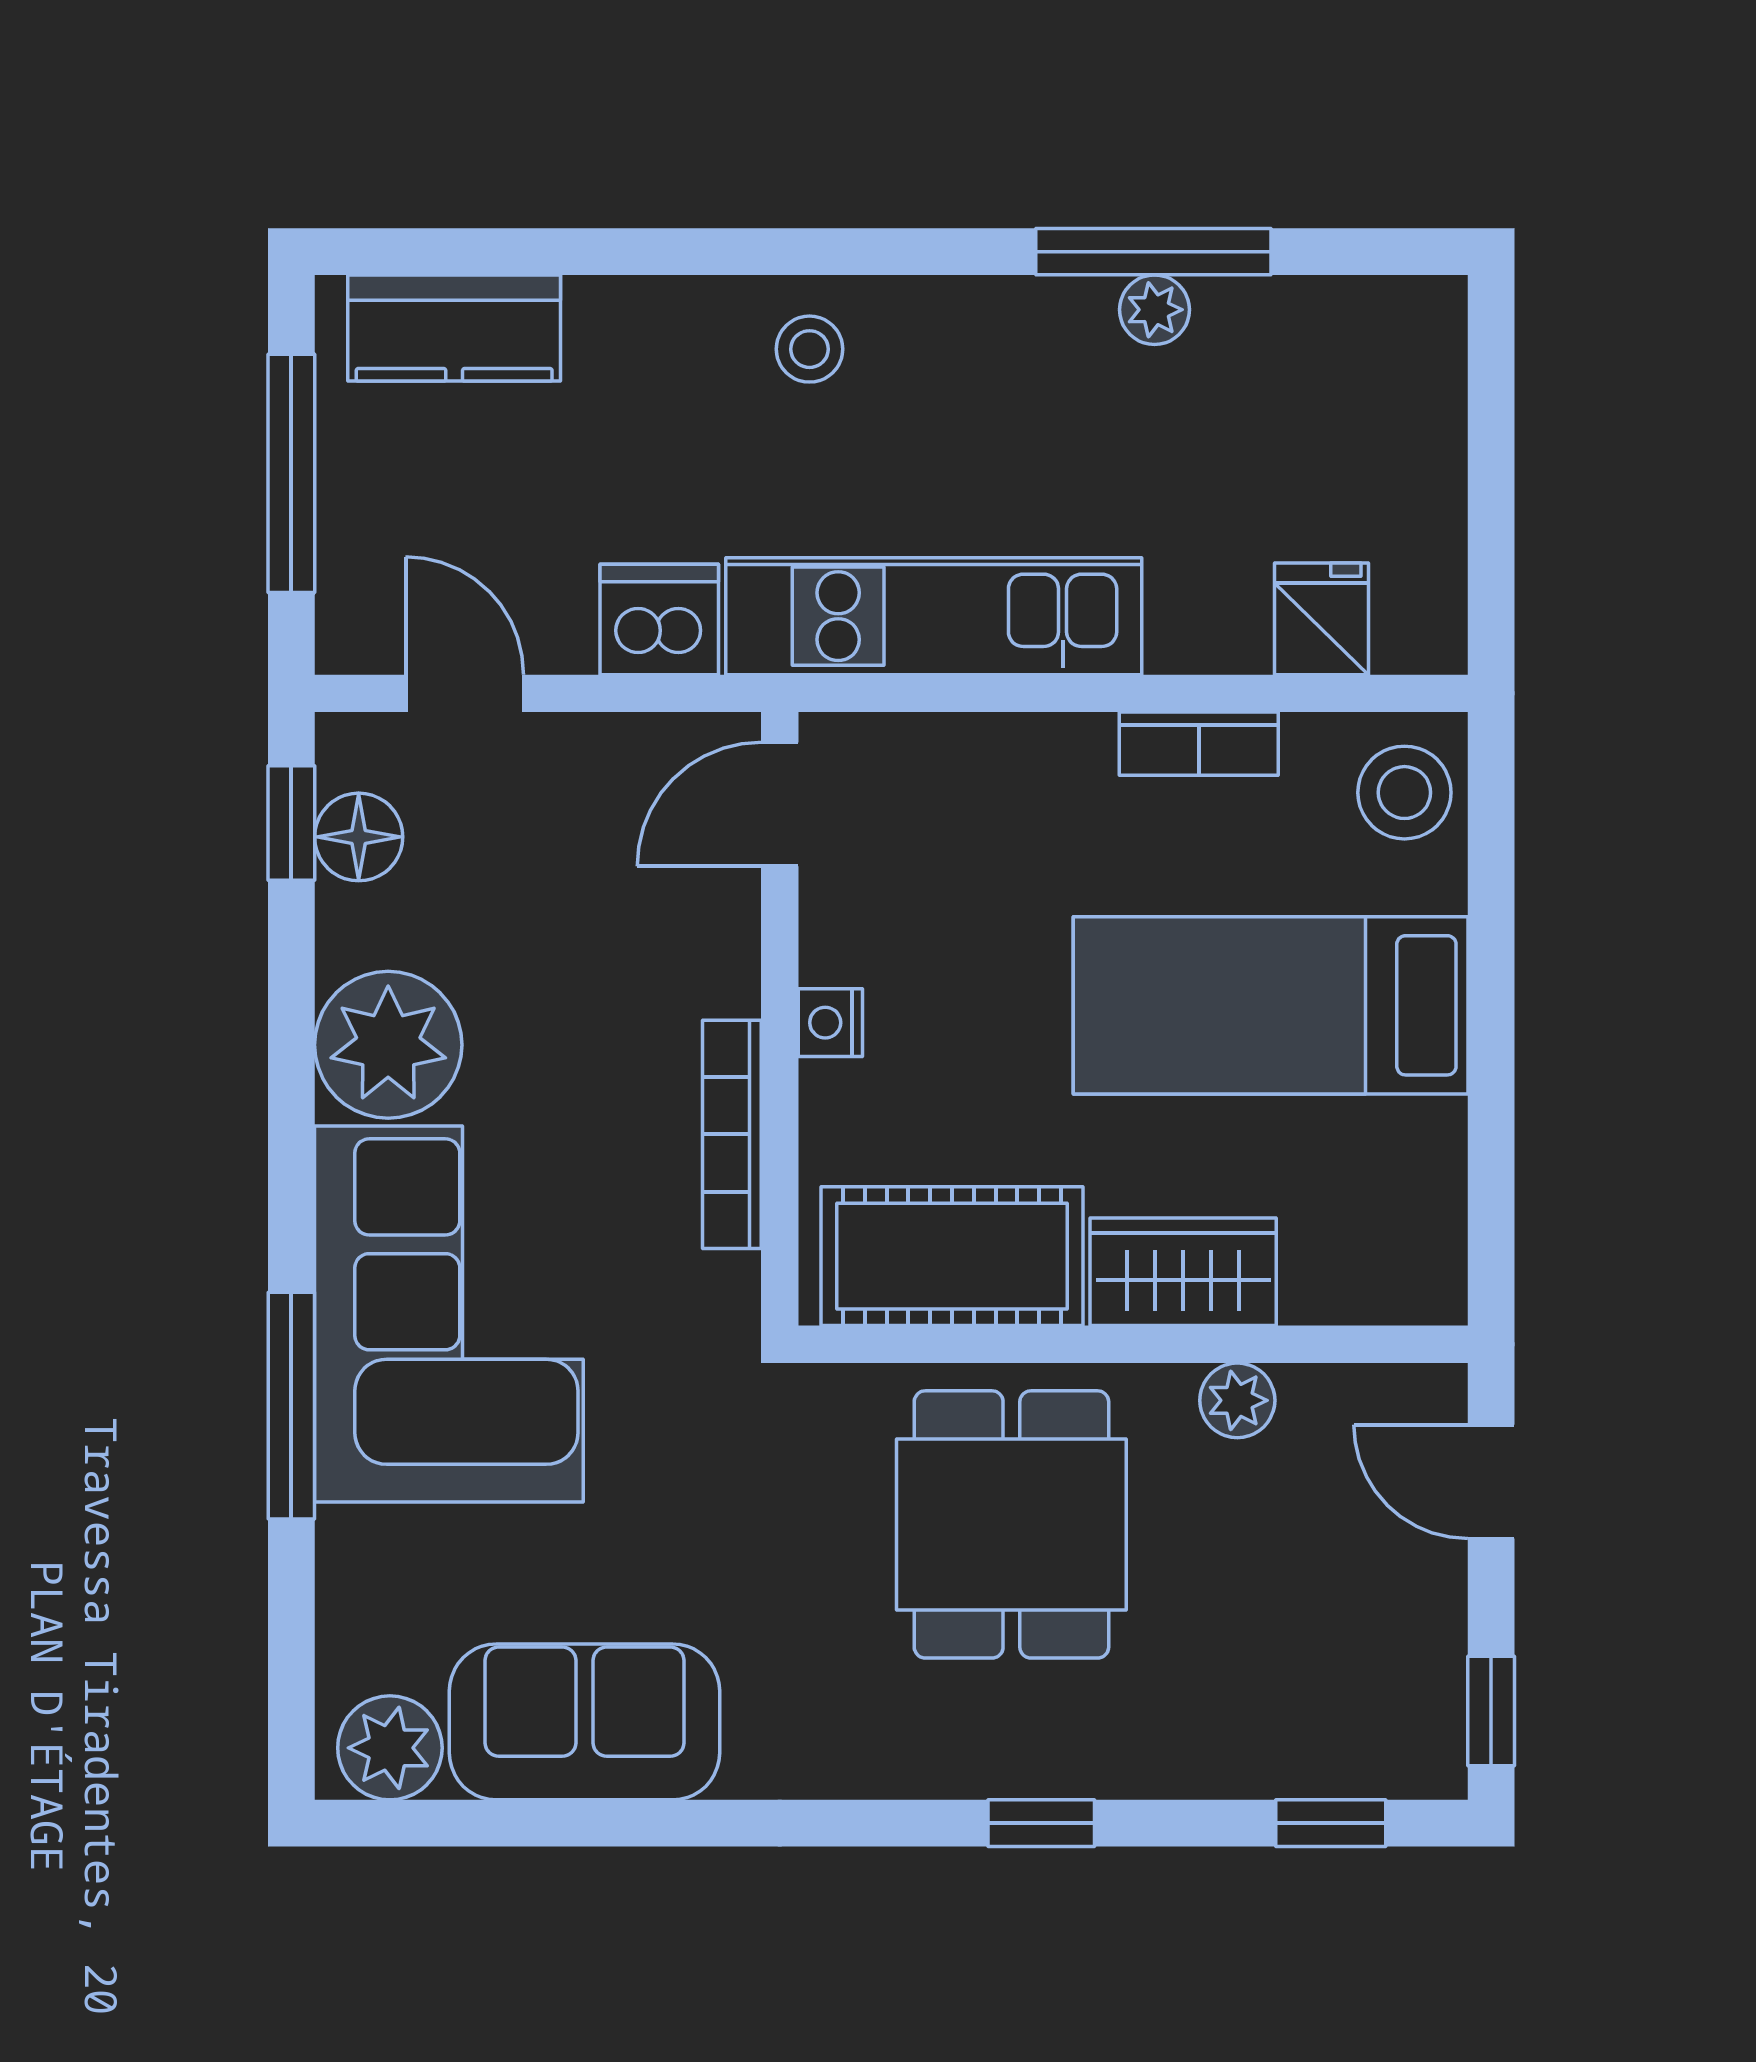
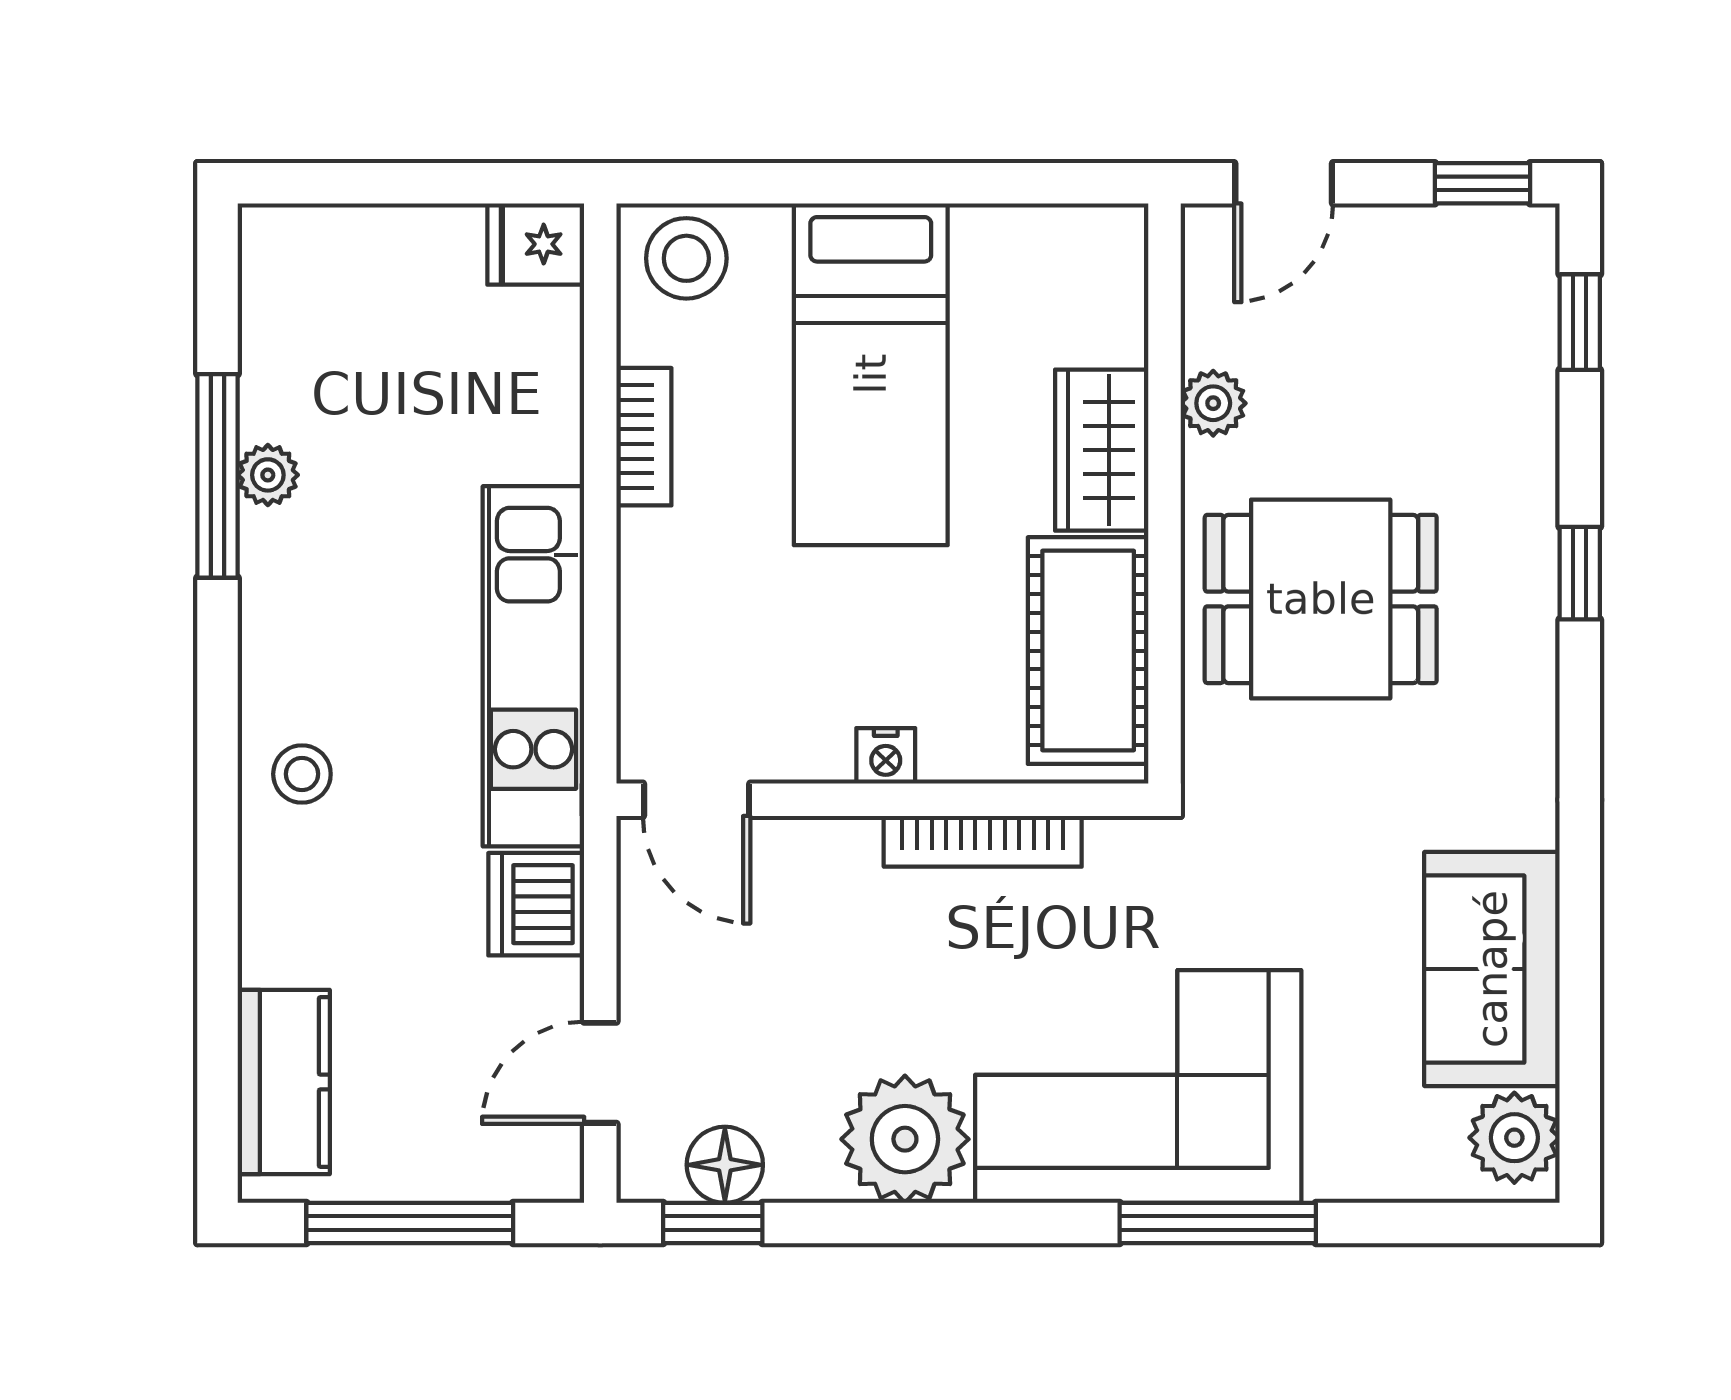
fridge: (1322, 619) -> (536, 244), moved

